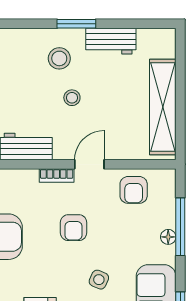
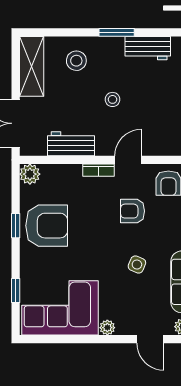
stool: (59, 58) -> (76, 61), moved
armchair: (74, 228) -> (133, 211), moved, turned 90

